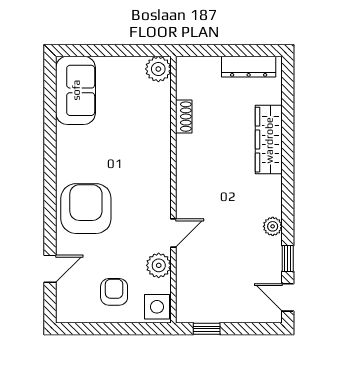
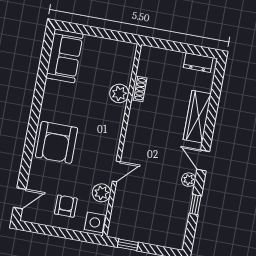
dresser: (249, 67) -> (198, 63), width x0.70
plant: (158, 69) -> (119, 93), moved
armchair: (86, 209) -> (56, 142), turned 180
door: (50, 269) -> (20, 198), moved
door: (288, 297) -> (203, 160), moved

